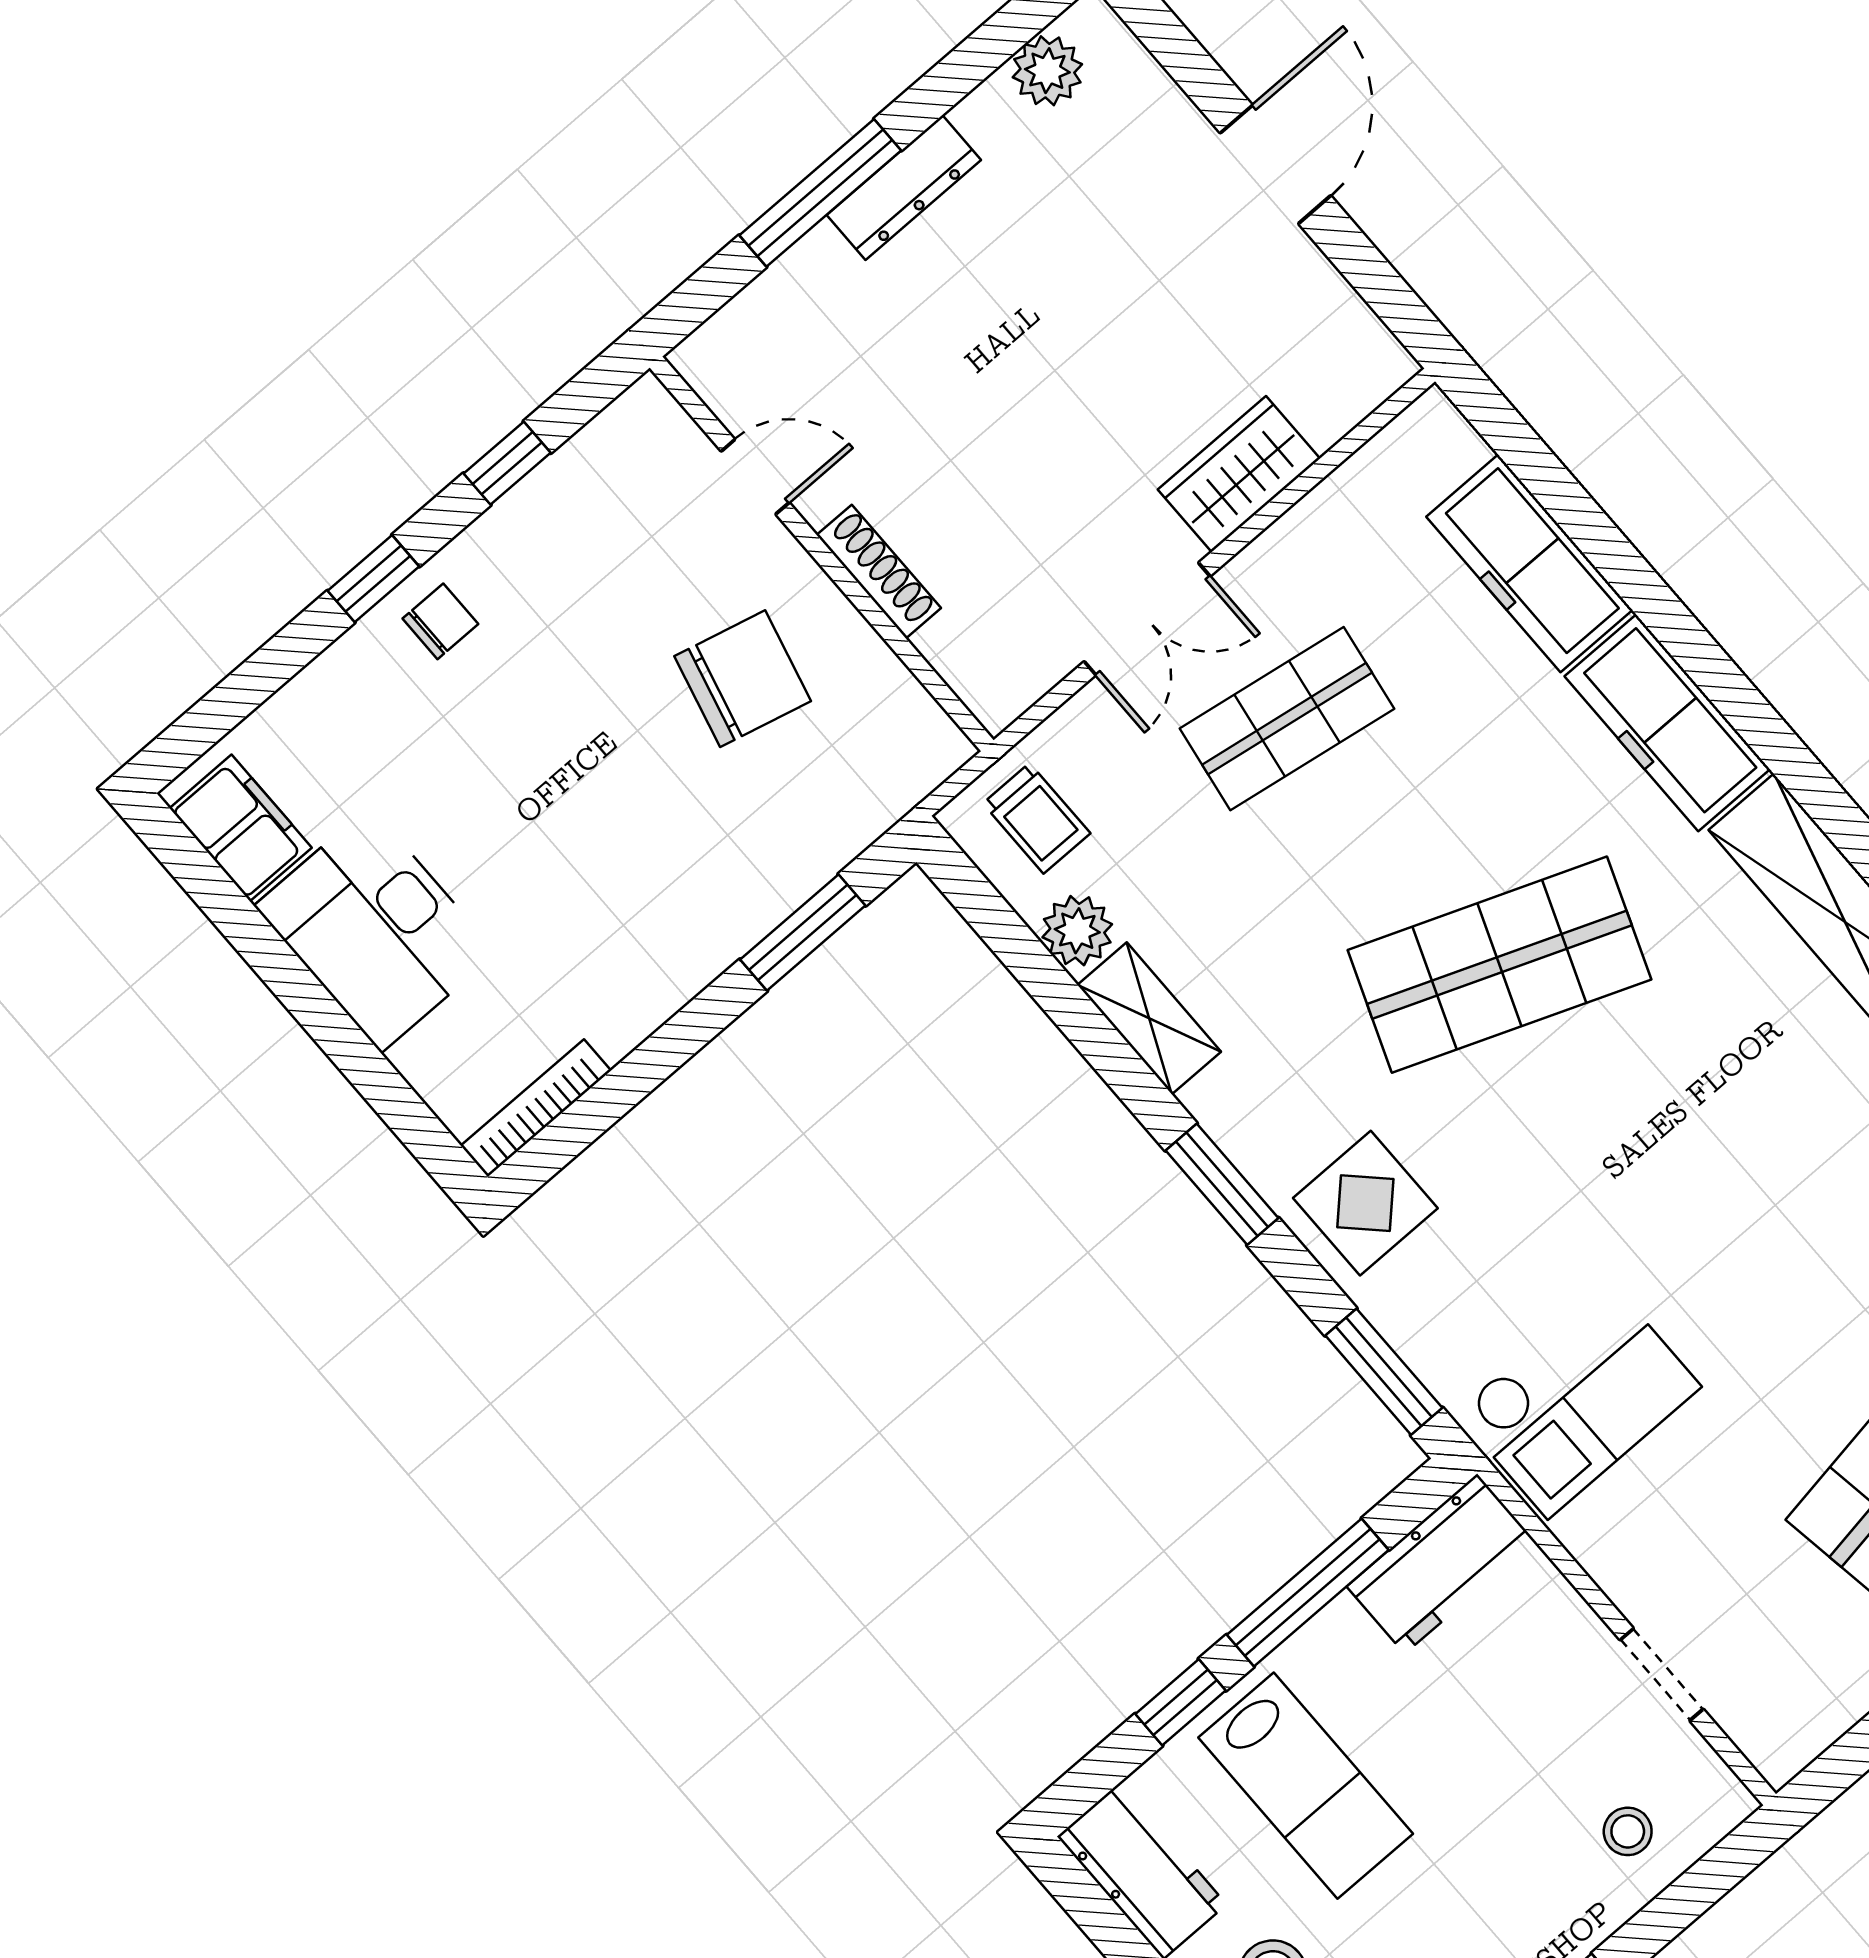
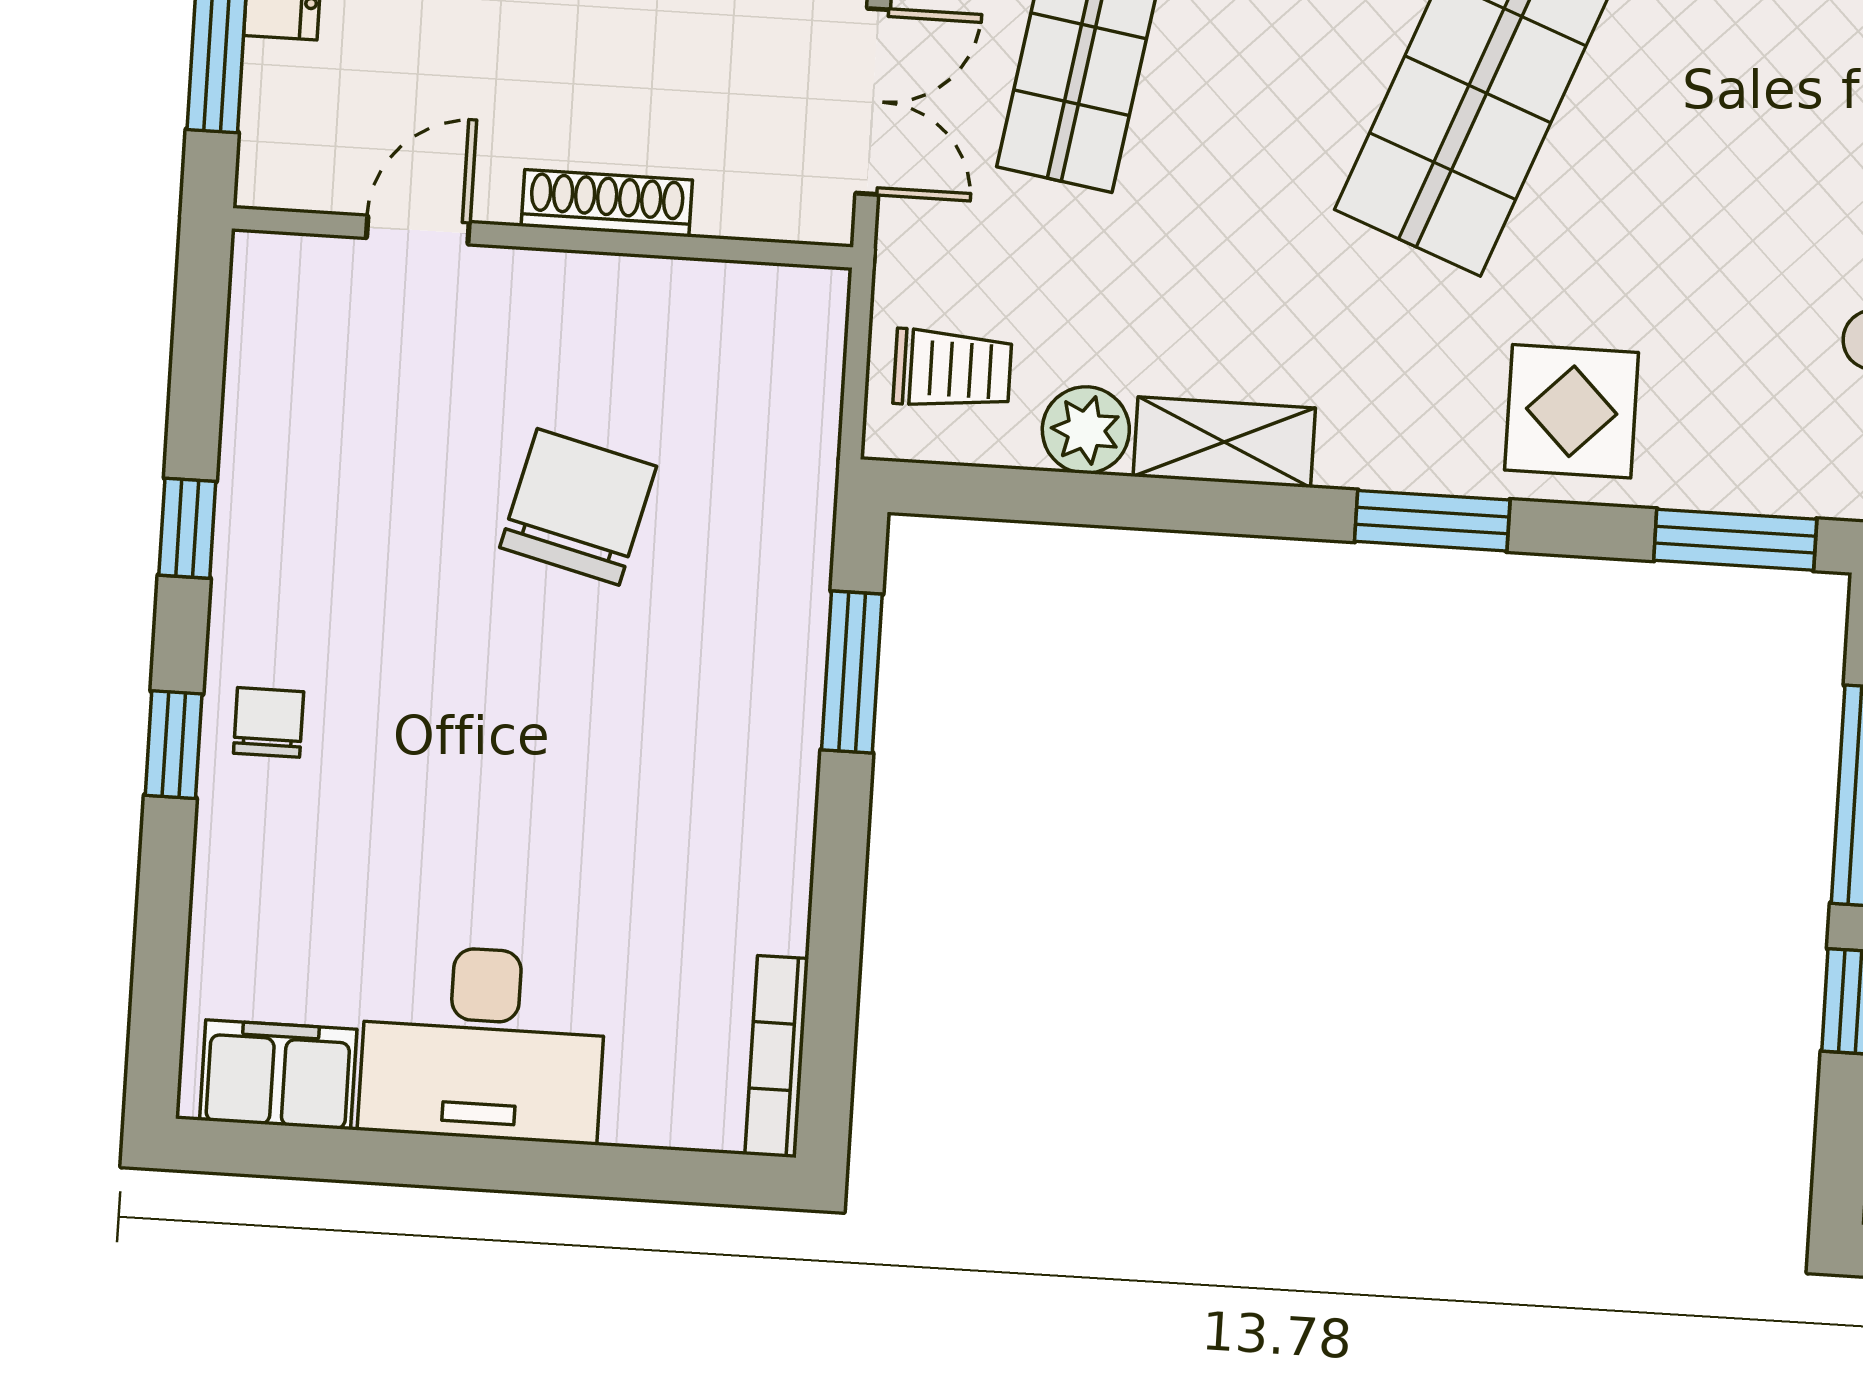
door: (755, 477) -> (418, 230), moved
wall: (822, 554) -> (542, 238), moved
shoe rack: (879, 572) -> (607, 203), moved

